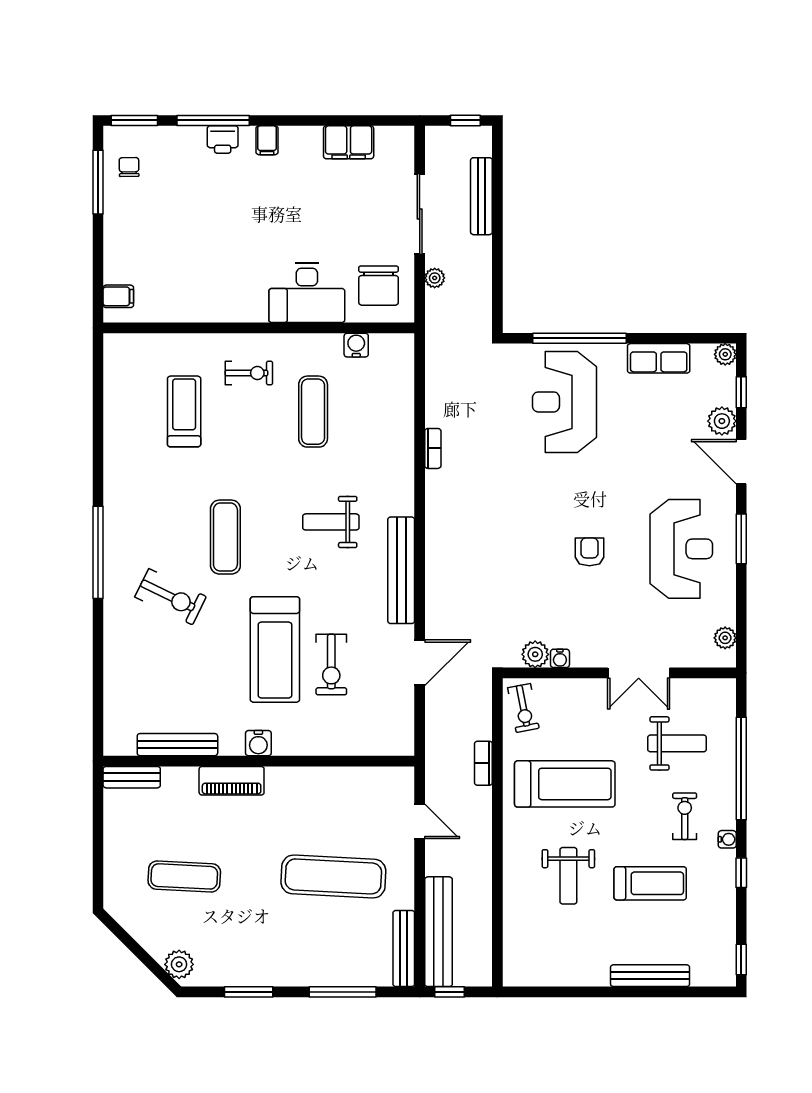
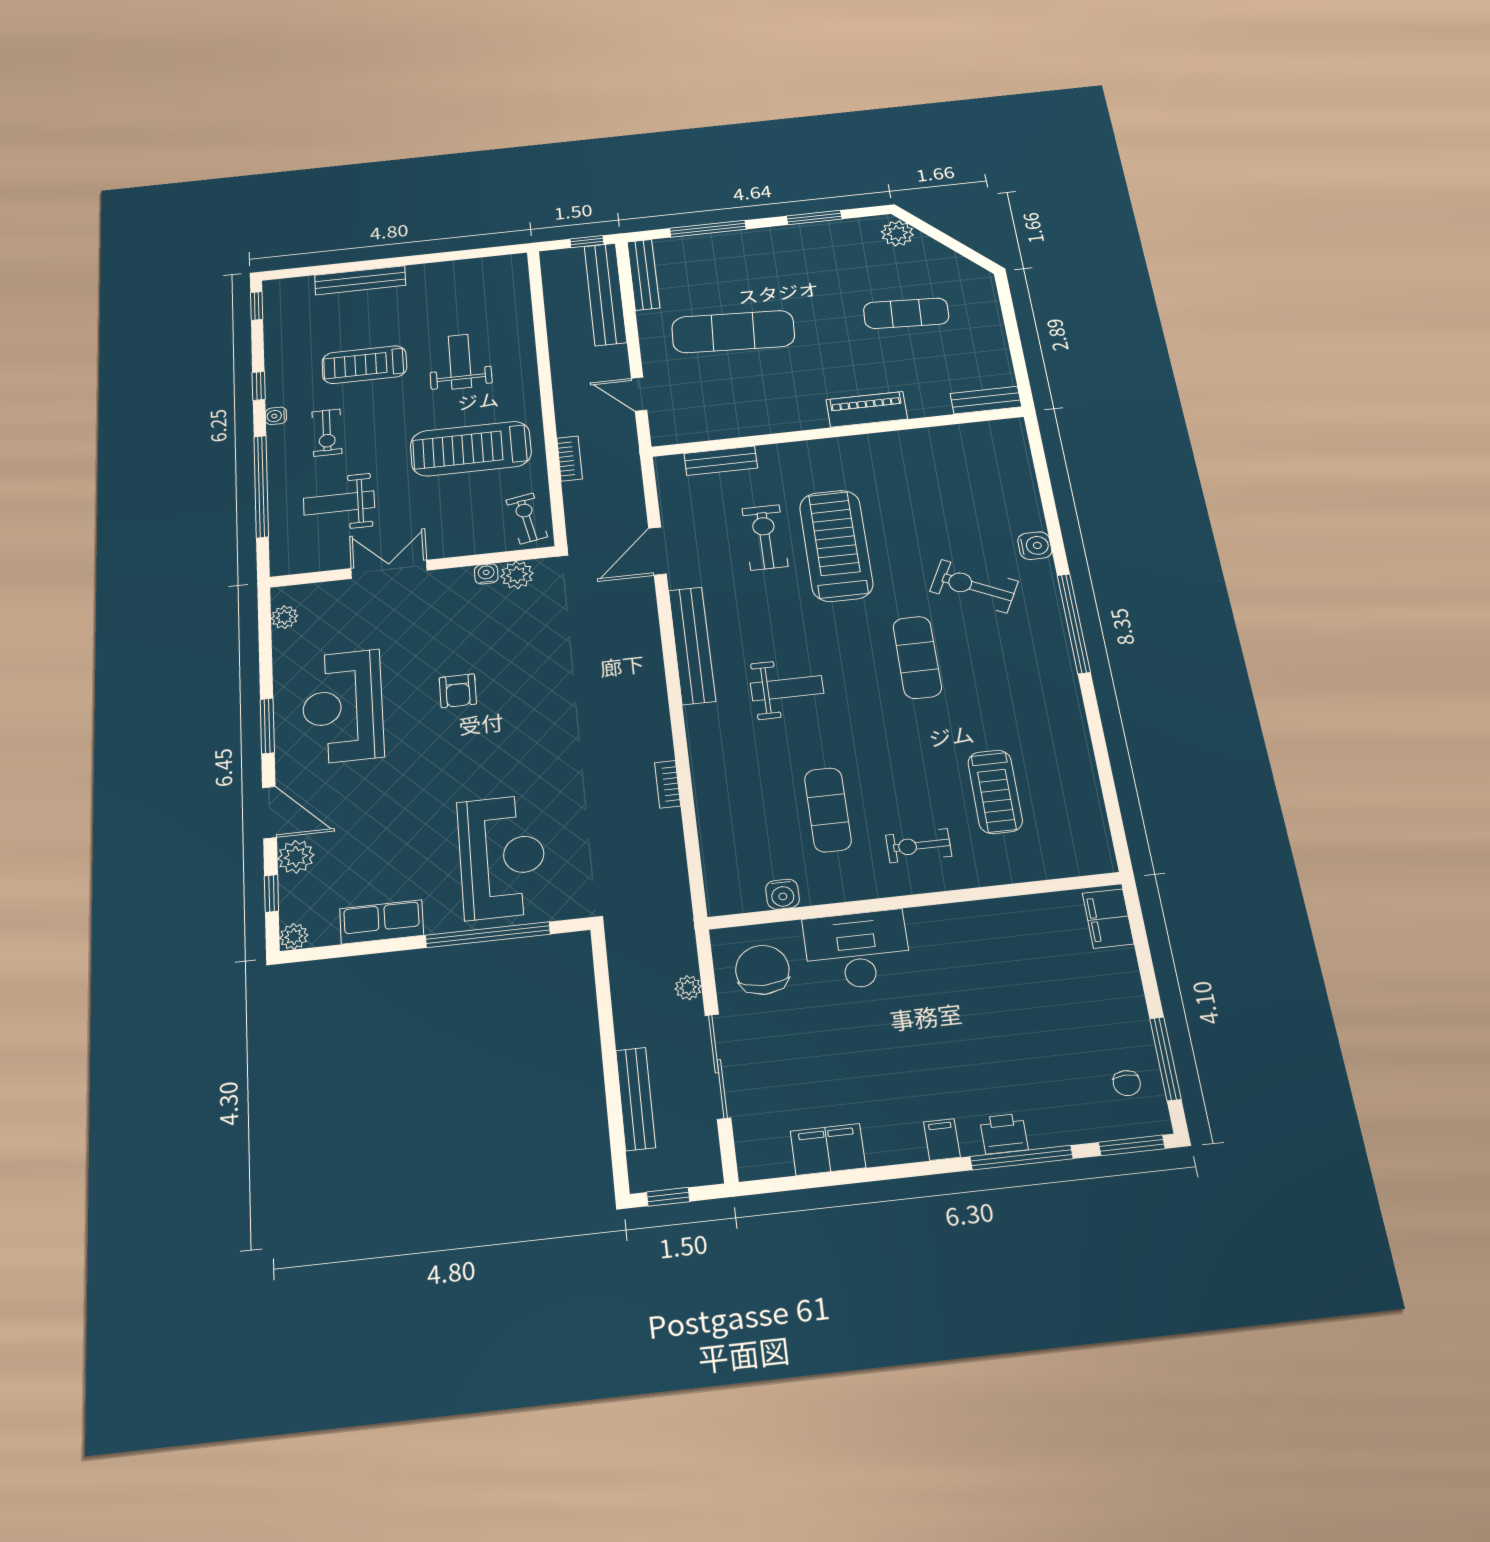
filing cabinet: (118, 296) -> (1108, 918), width x2.00
water cooler: (258, 743) -> (1035, 546), moved, turned 90
bench: (177, 745) -> (721, 461), moved, width x0.73

